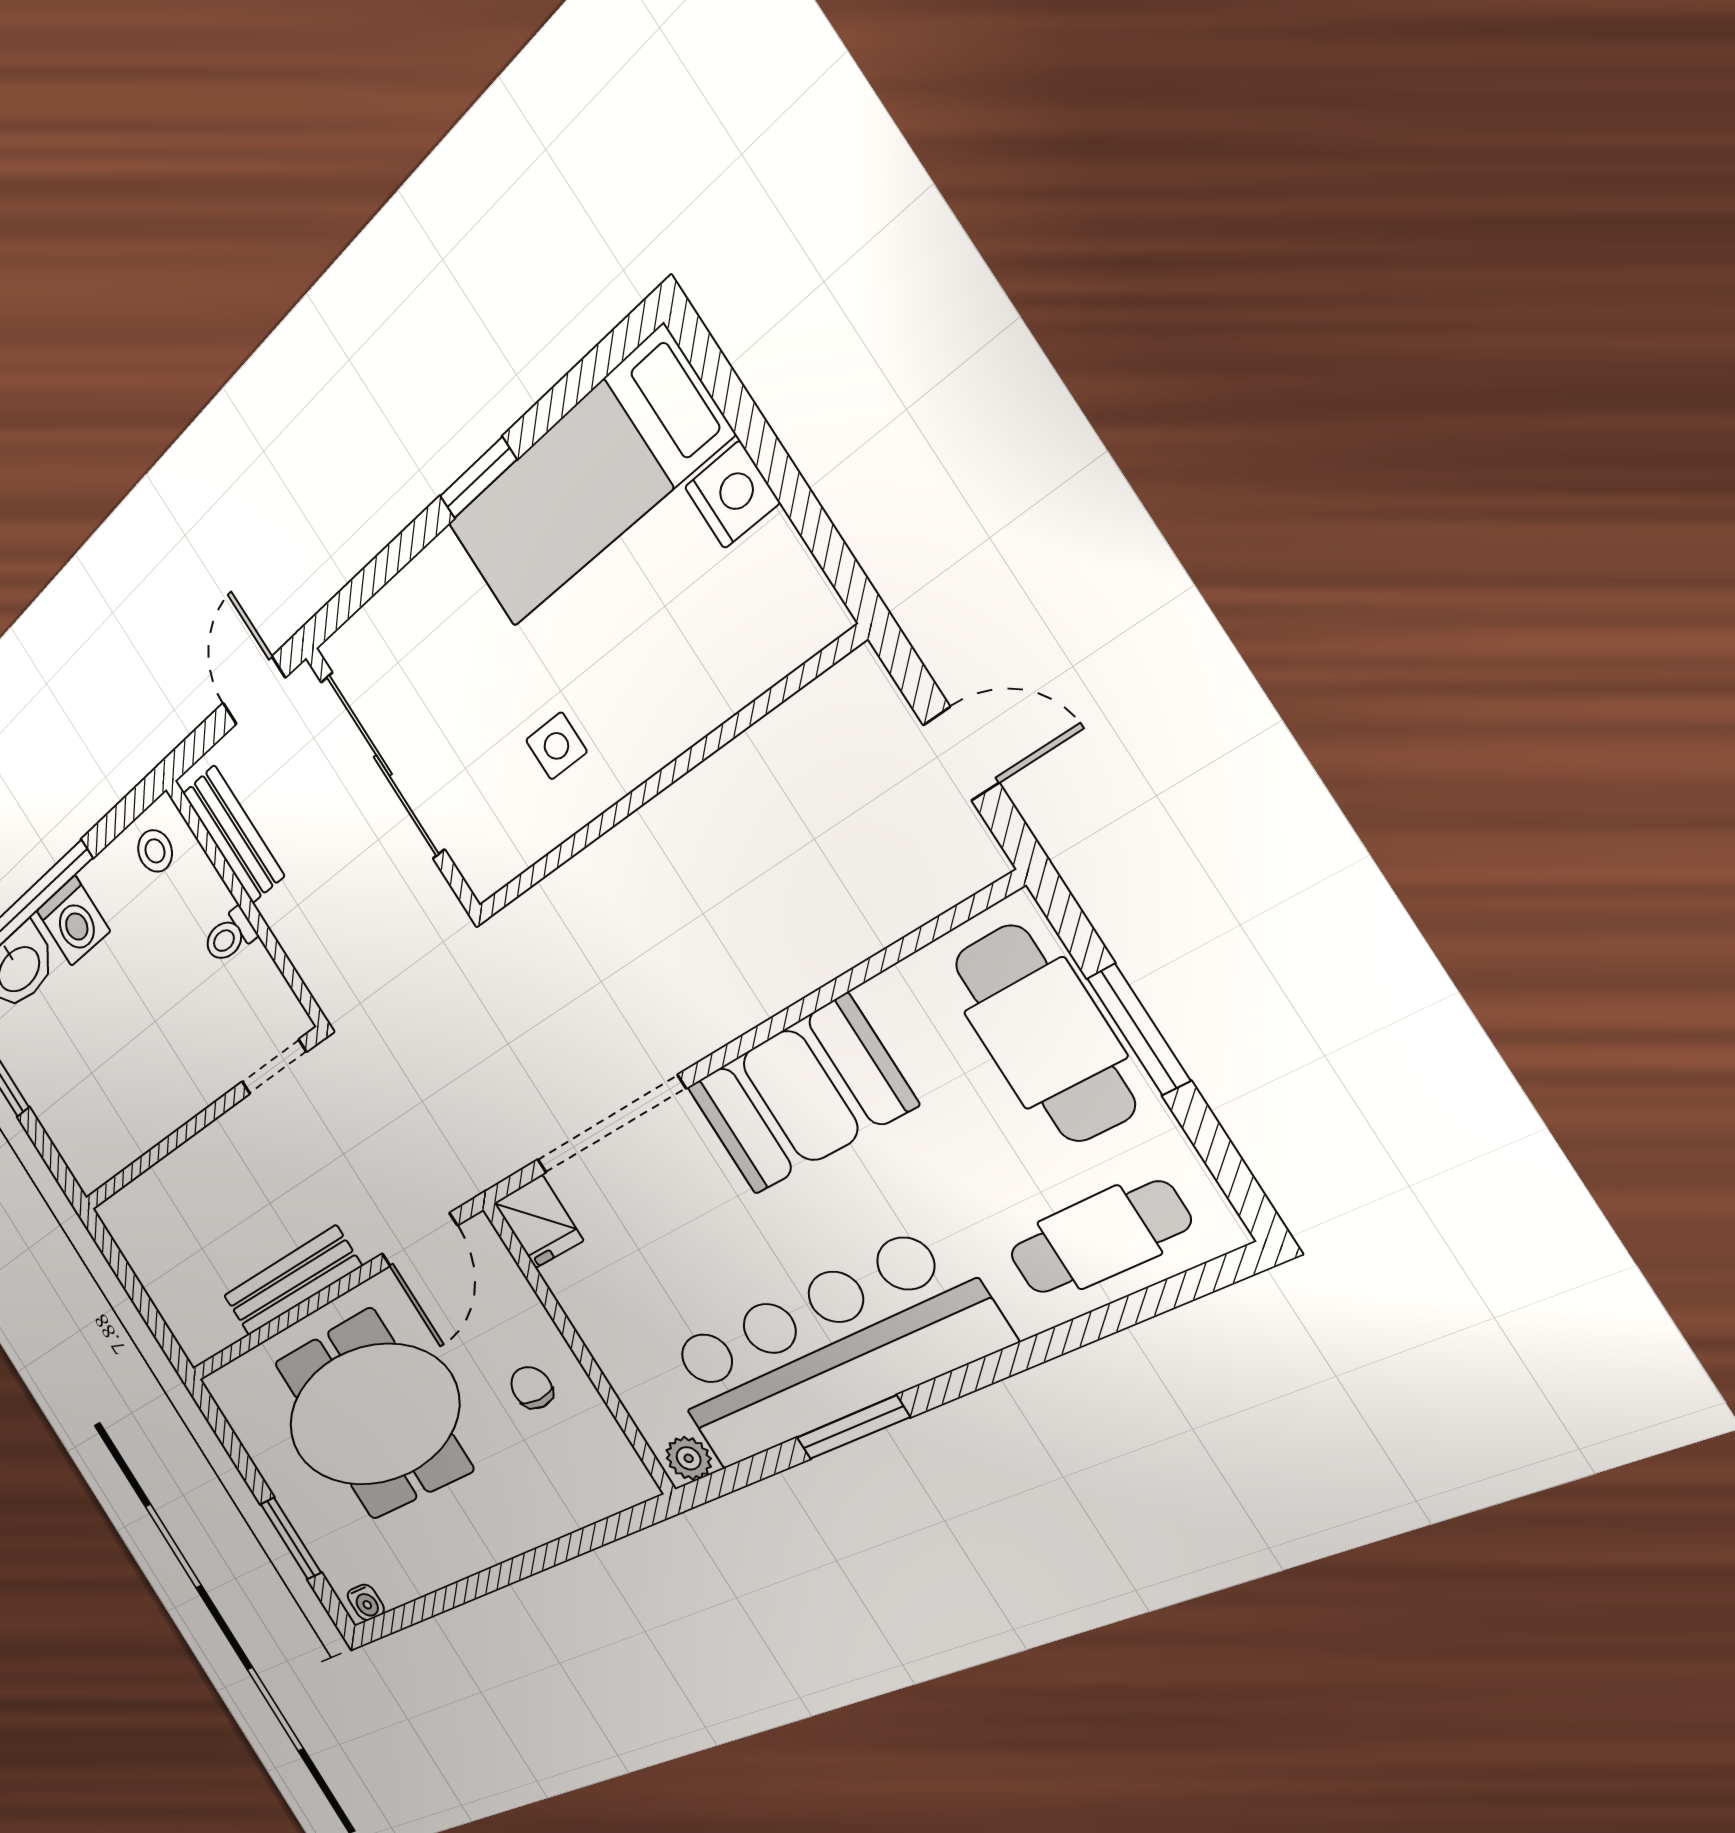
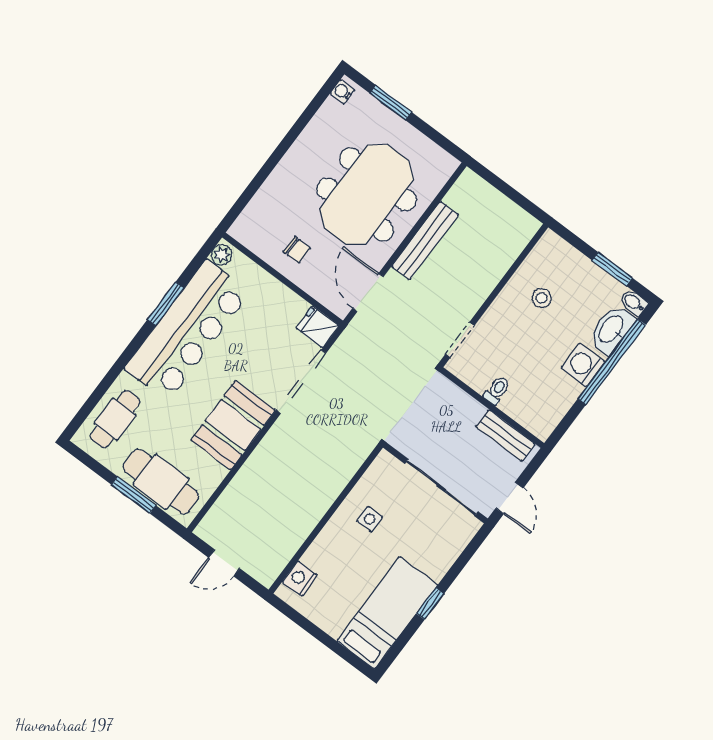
nightstand: (732, 495) -> (300, 578), moved, turned 90
stool: (155, 851) -> (542, 298), moved

